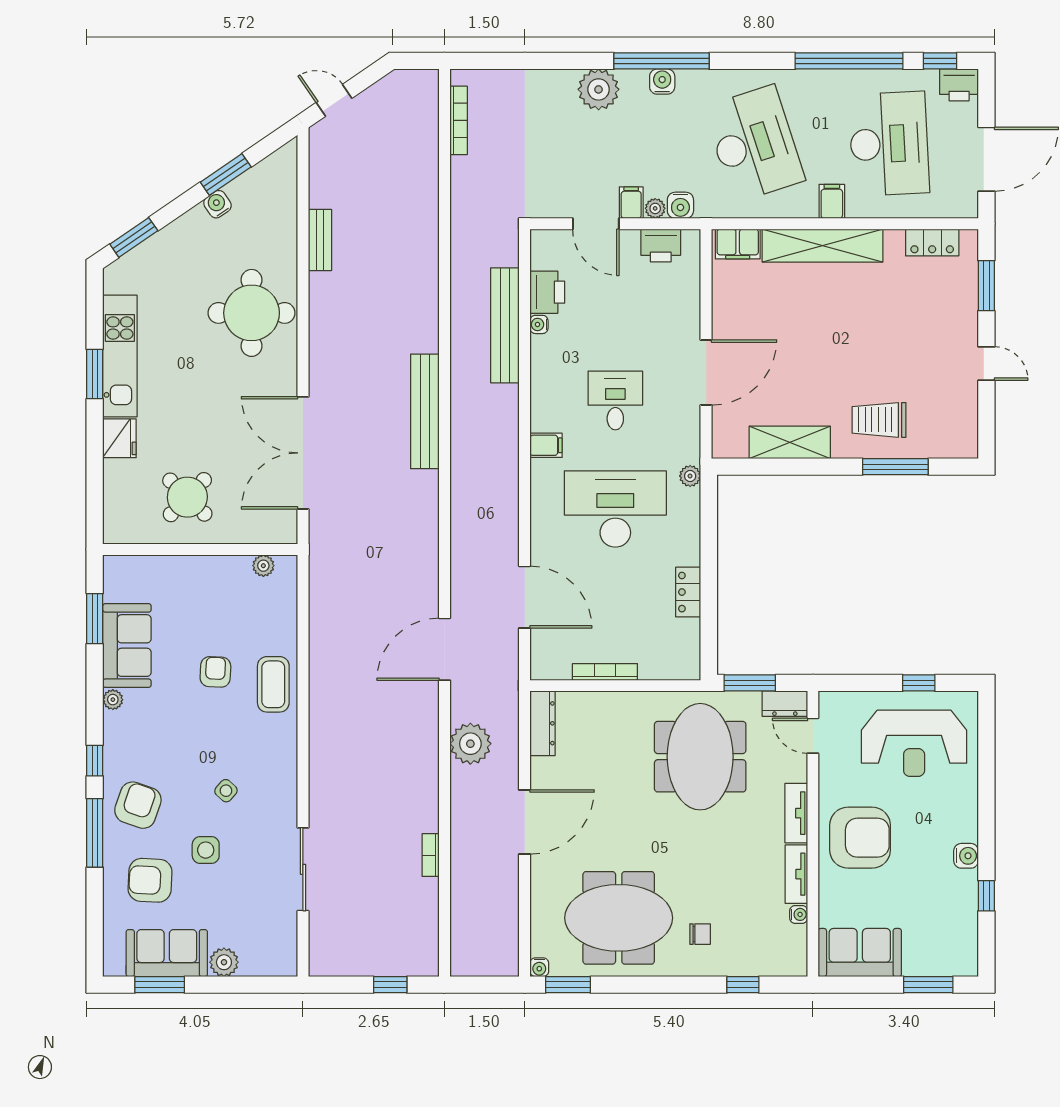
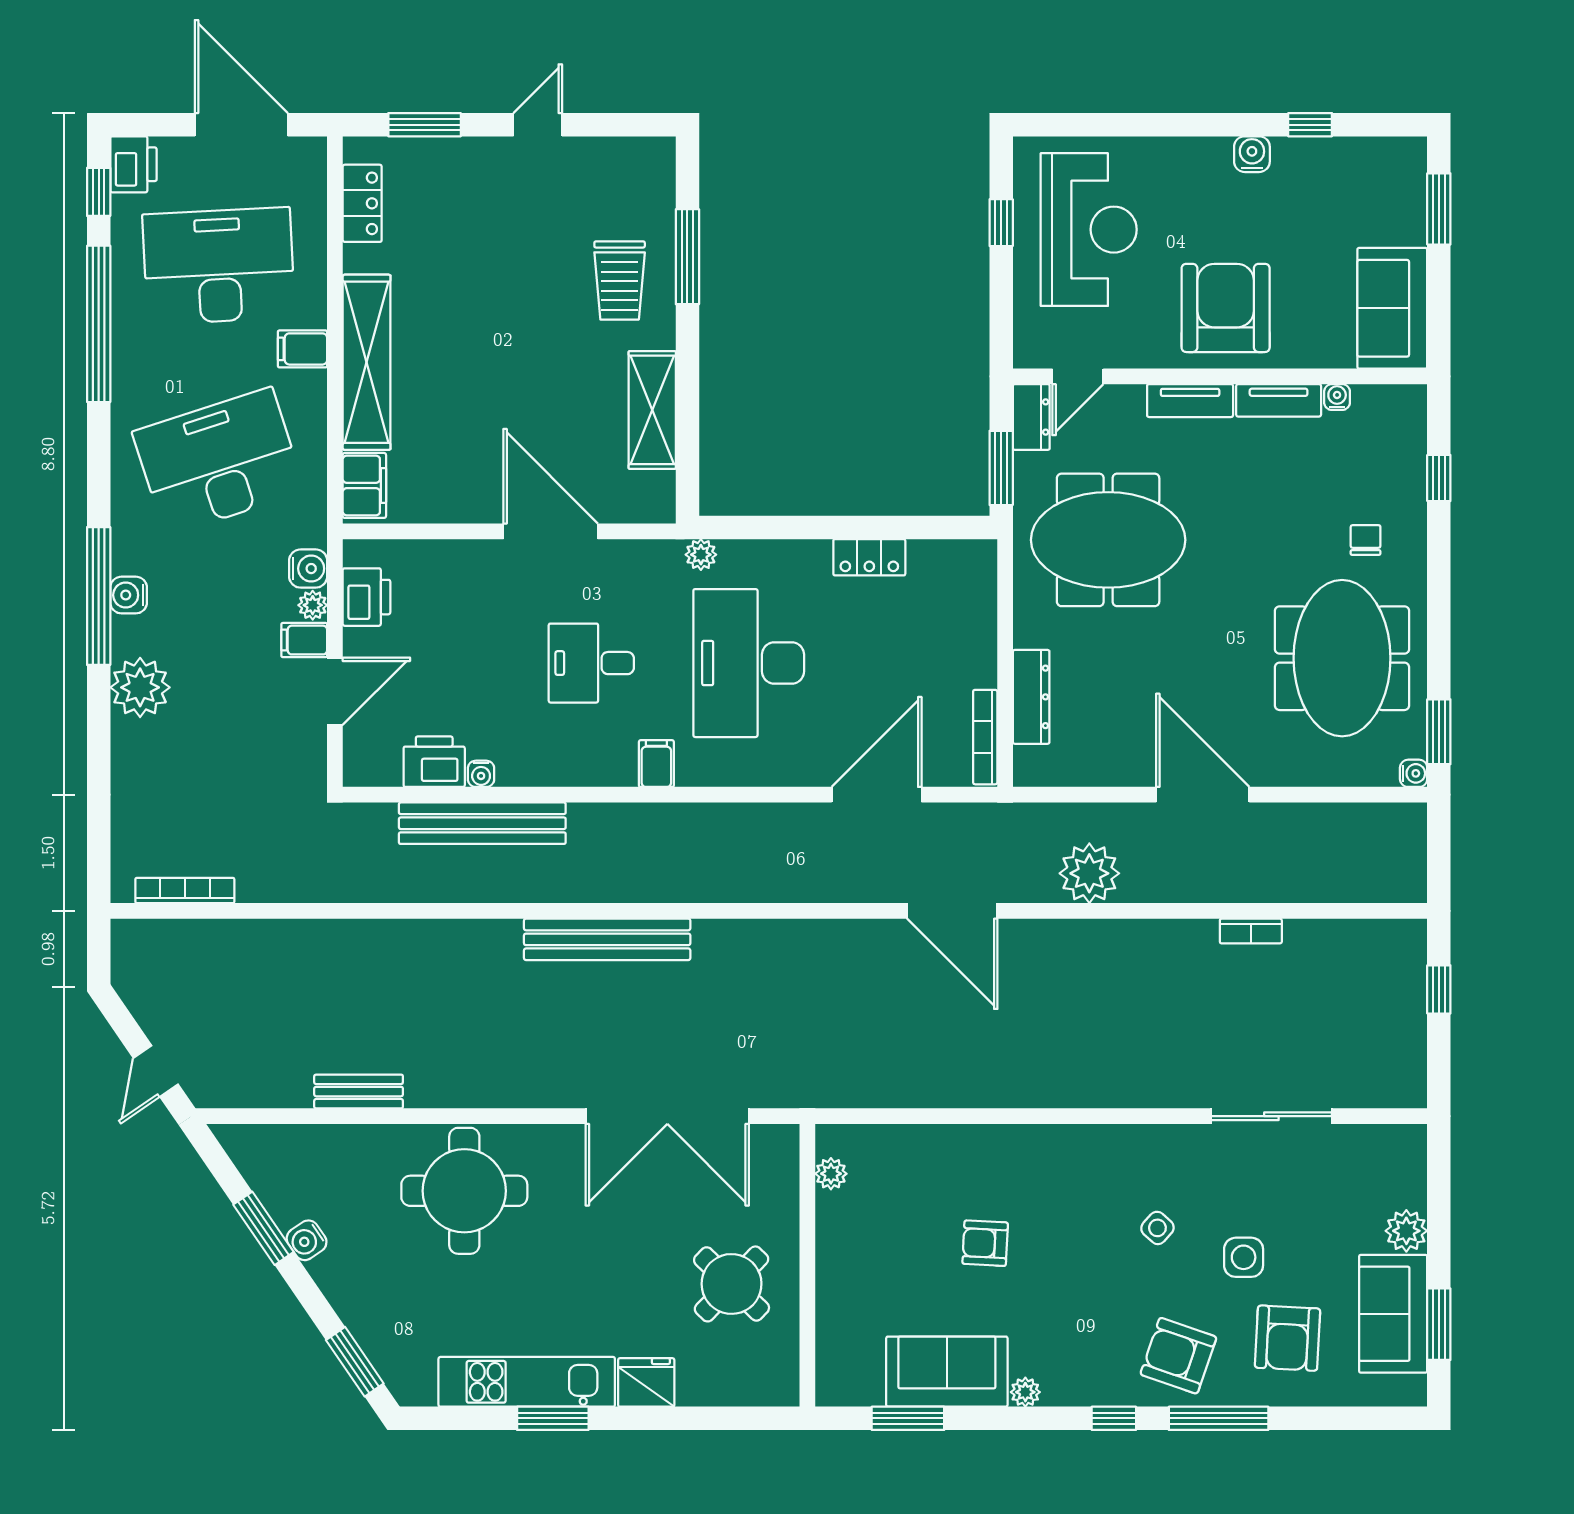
bookcase: (605, 672) -> (985, 737), moved
coffee table: (273, 684) -> (1003, 1159), removed
dresser: (543, 723) -> (1031, 697), moved, turned 90

